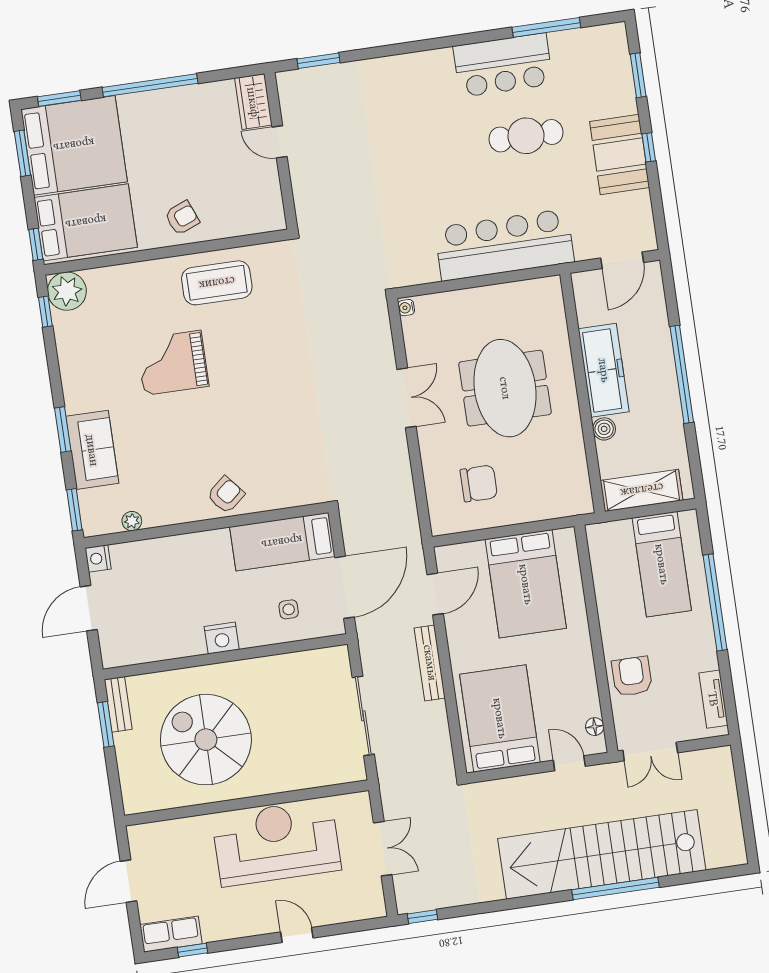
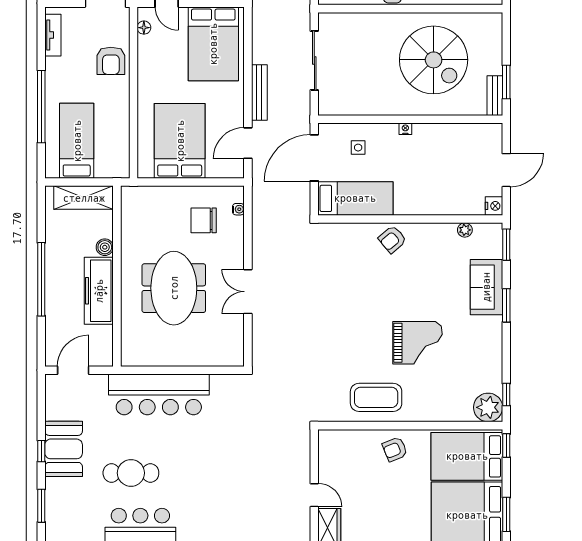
water cooler: (406, 308) -> (238, 209), moved
nightstand: (222, 638) -> (405, 129), width x0.53, depth x0.56

